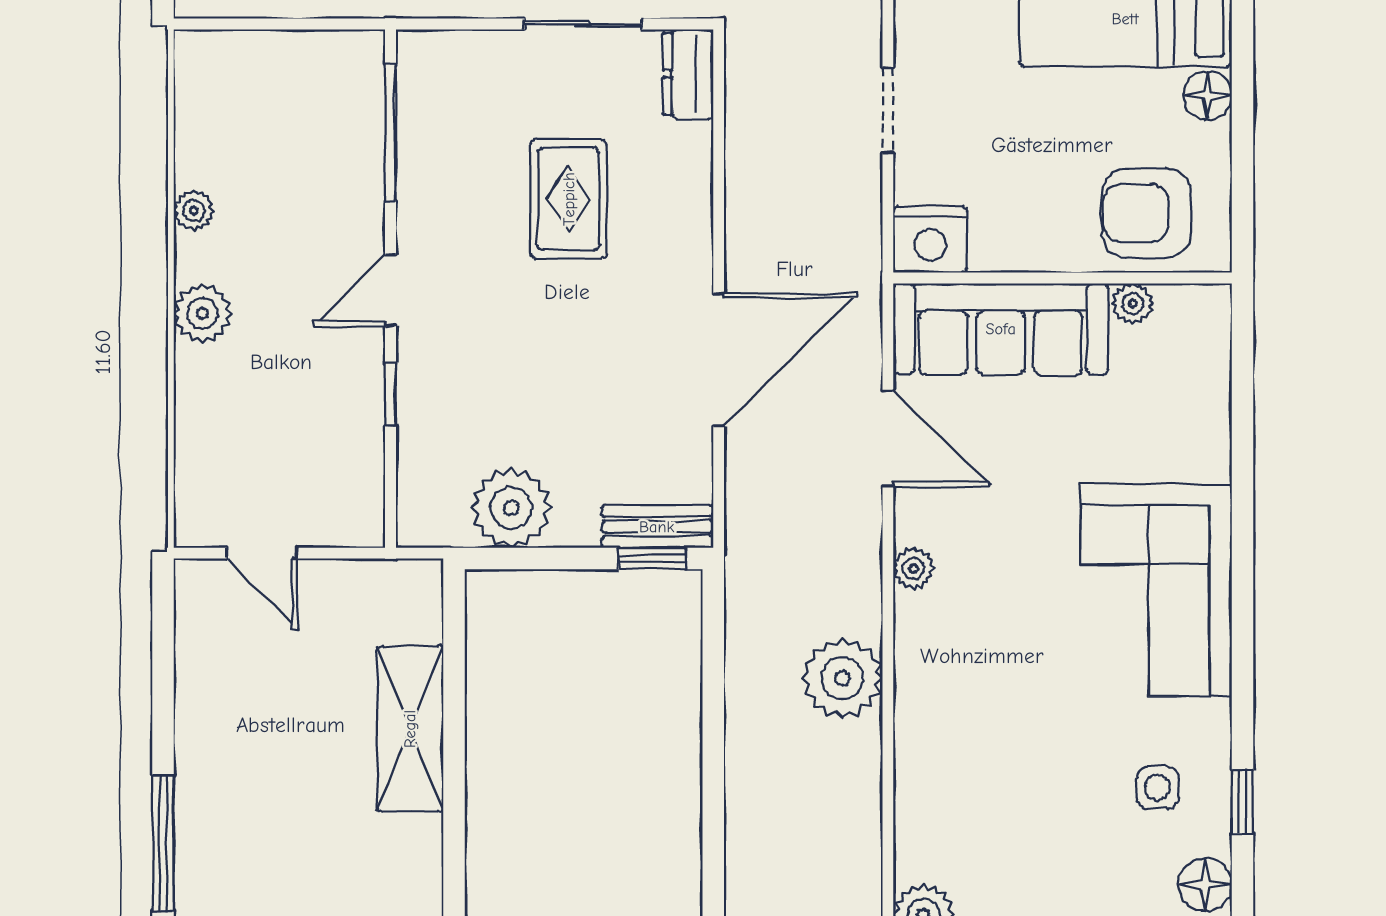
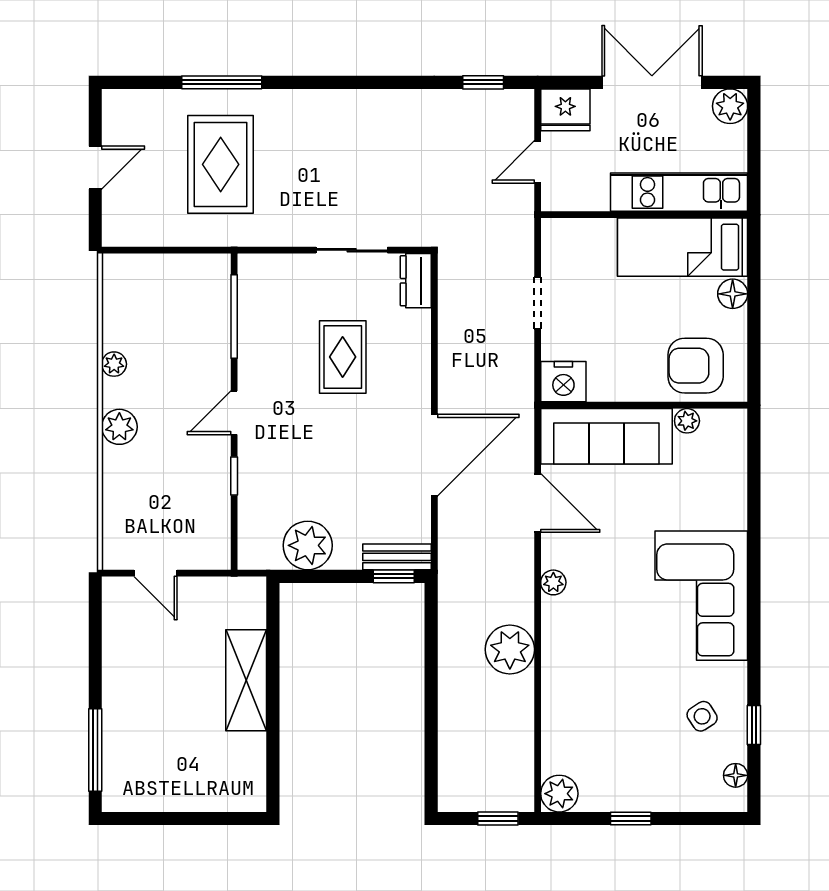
side table: (1157, 788) -> (702, 716), turned -33
floor lamp: (1205, 885) -> (736, 775), width x0.73, depth x0.73

